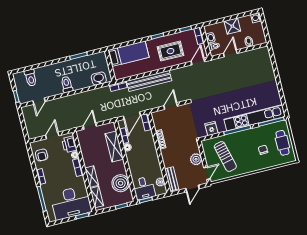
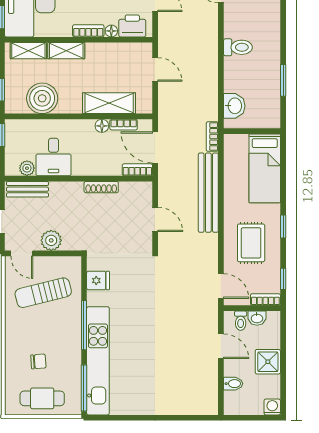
desk: (144, 188) -> (54, 157), moved, turned -90

